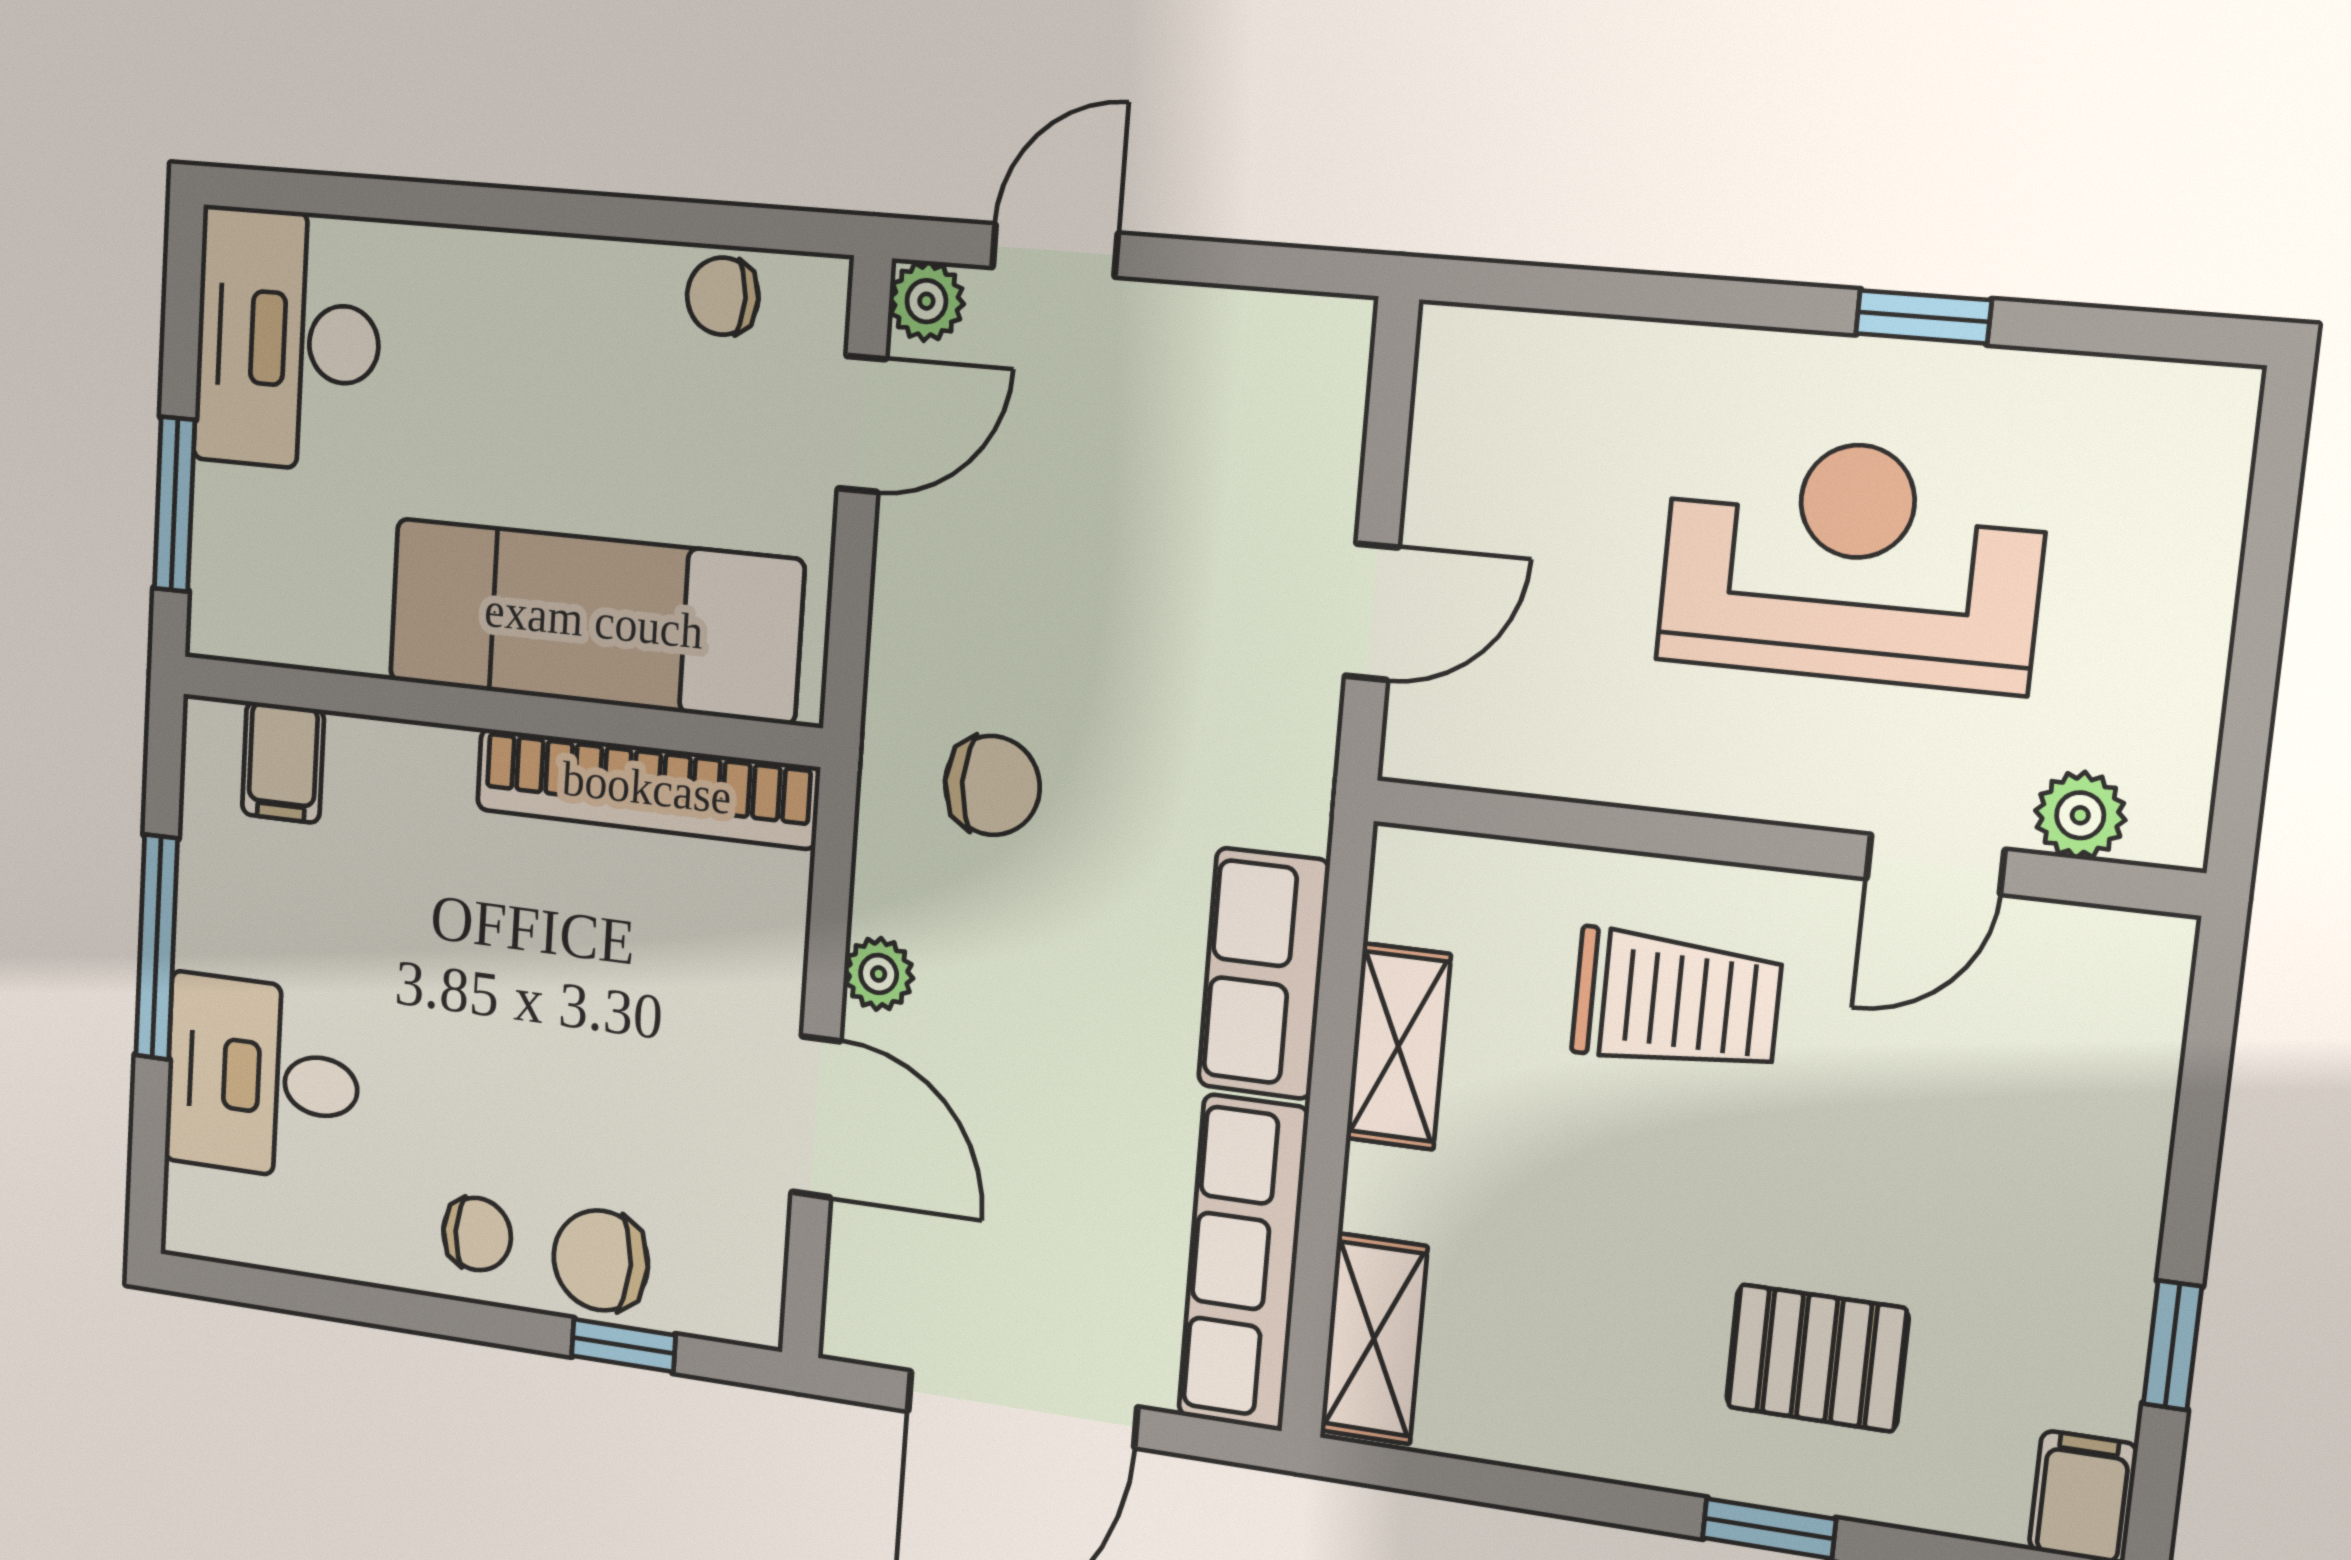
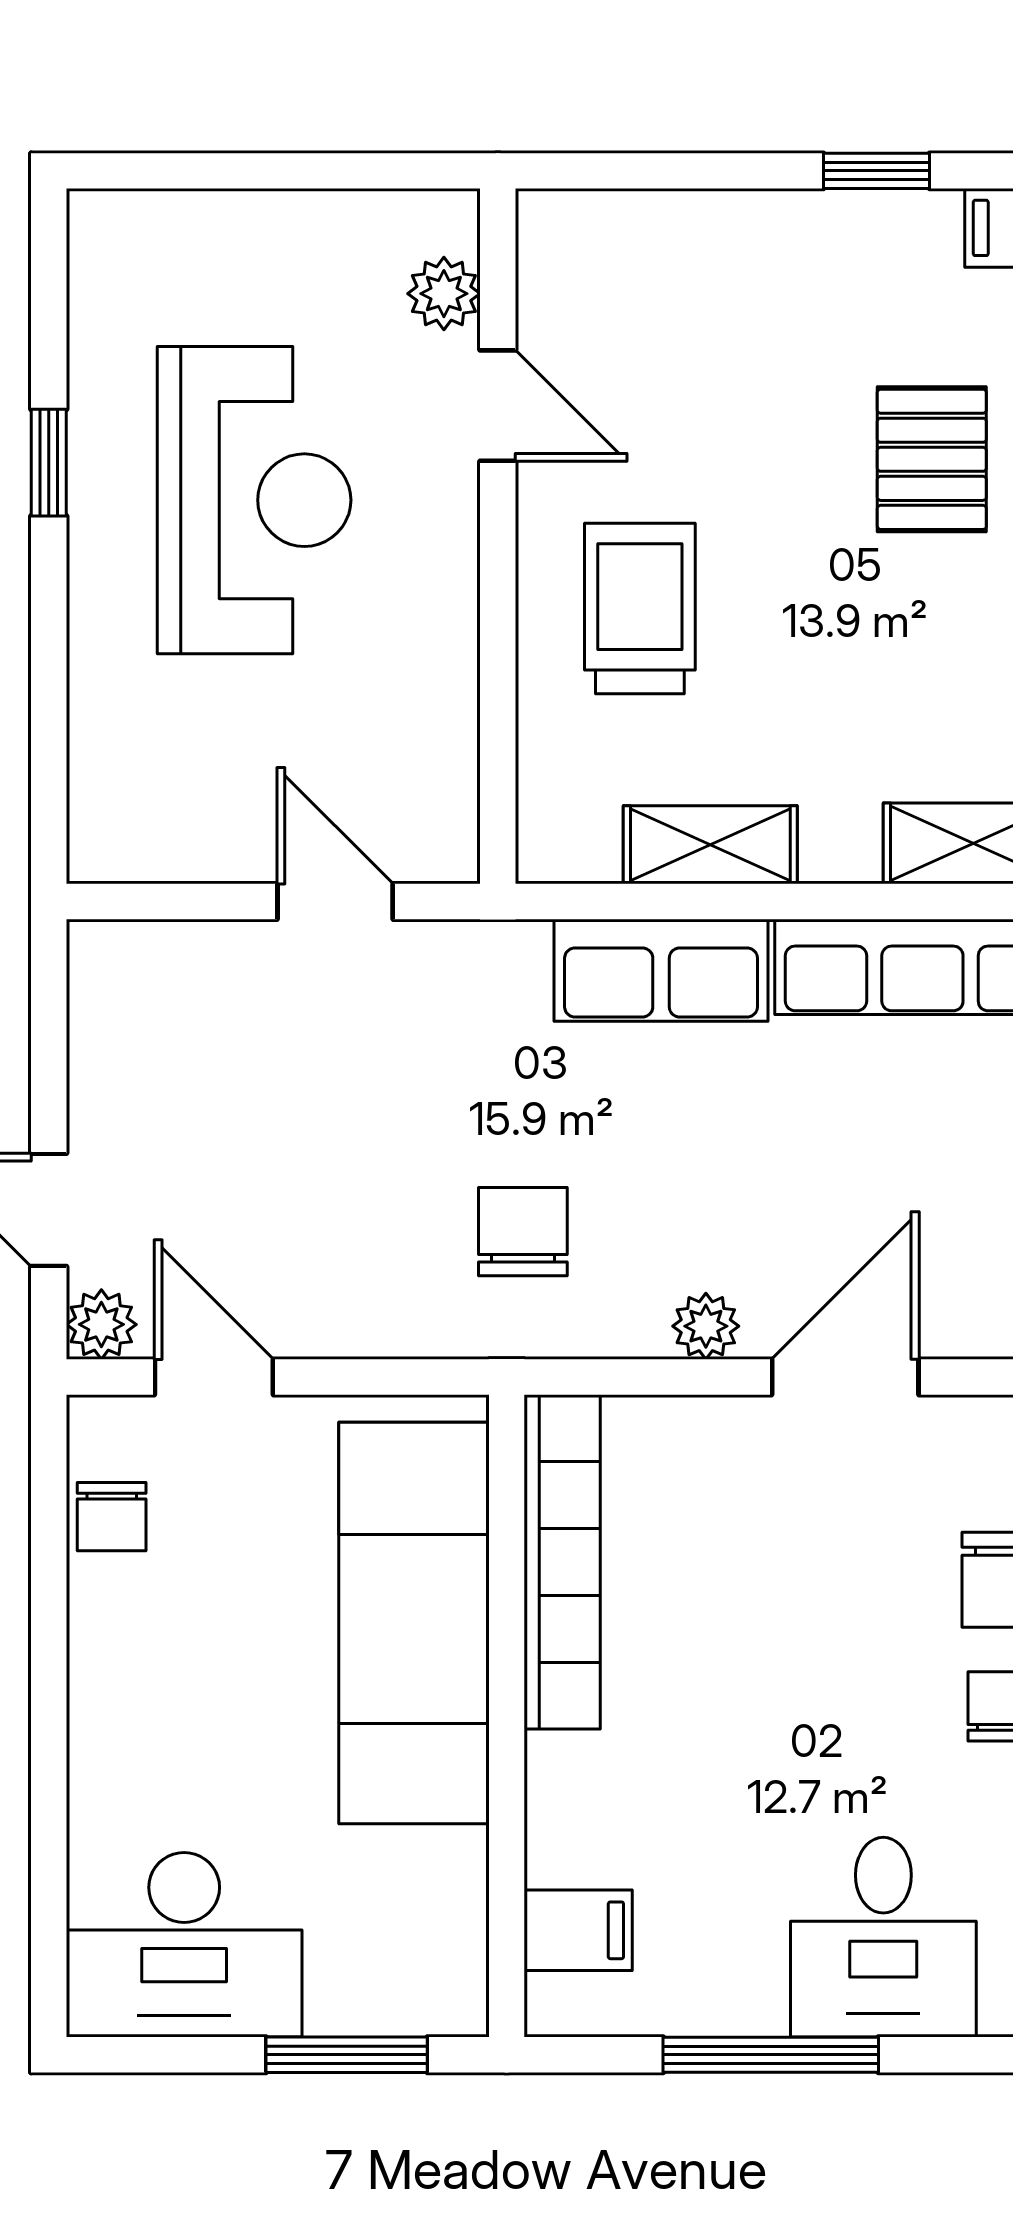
reception desk: (1851, 562) -> (254, 500), turned 180

